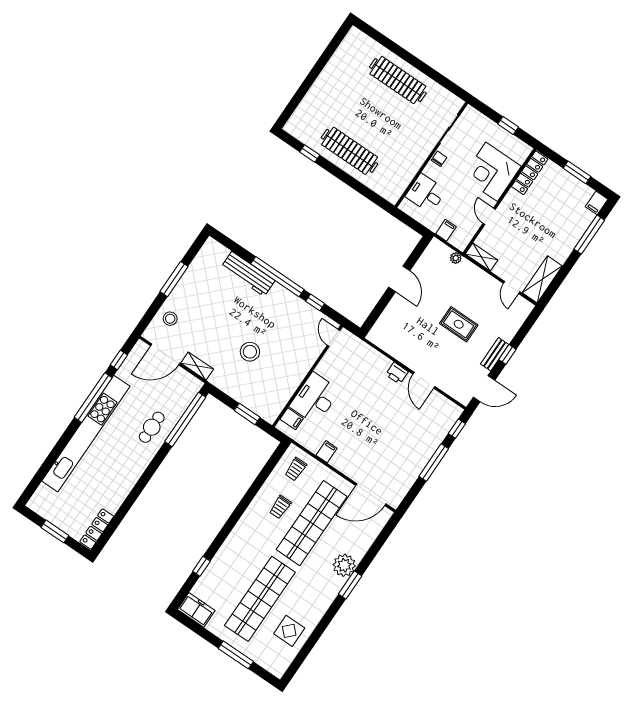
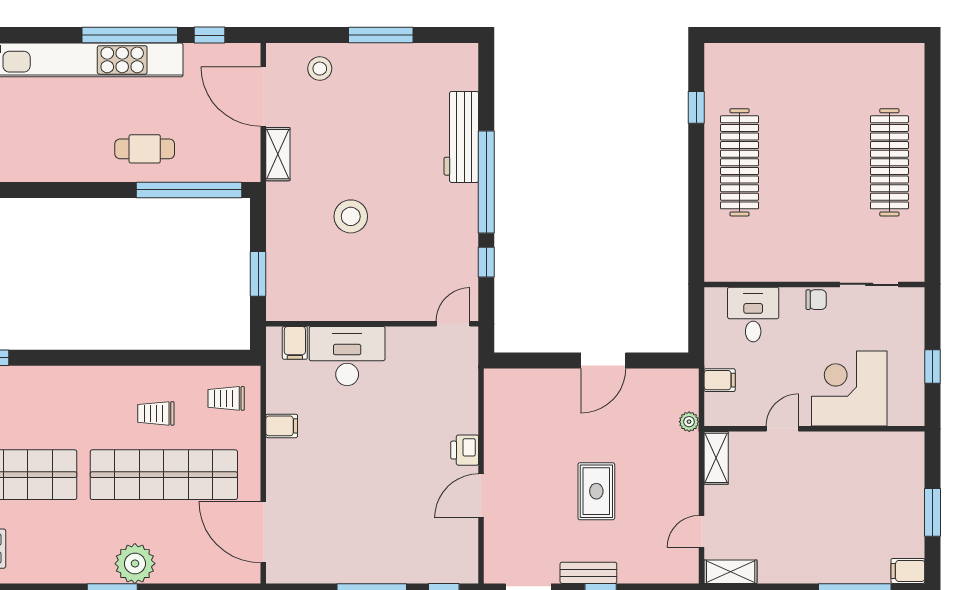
locker: (530, 173) -> (885, 444), removed
shelving: (542, 279) -> (731, 572), width x0.67, depth x0.75

